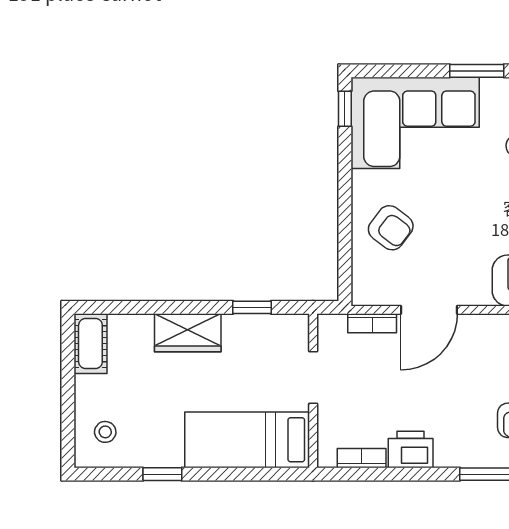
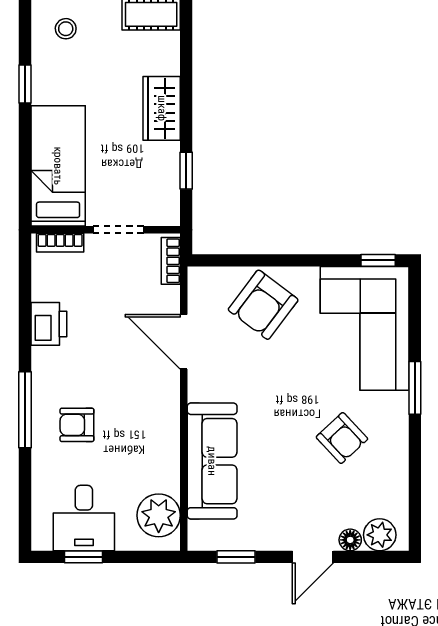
armchair: (391, 228) -> (263, 305), width x1.38, depth x1.38
bookcase: (372, 323) -> (171, 261), moved
bookcase: (362, 458) -> (60, 243), moved, turned 90

